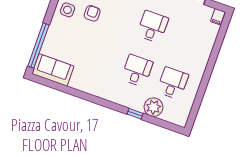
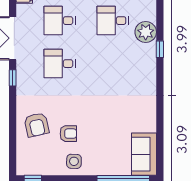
armchair: (92, 13) -> (68, 134), turned 180
desk: (137, 71) -> (60, 21), moved

